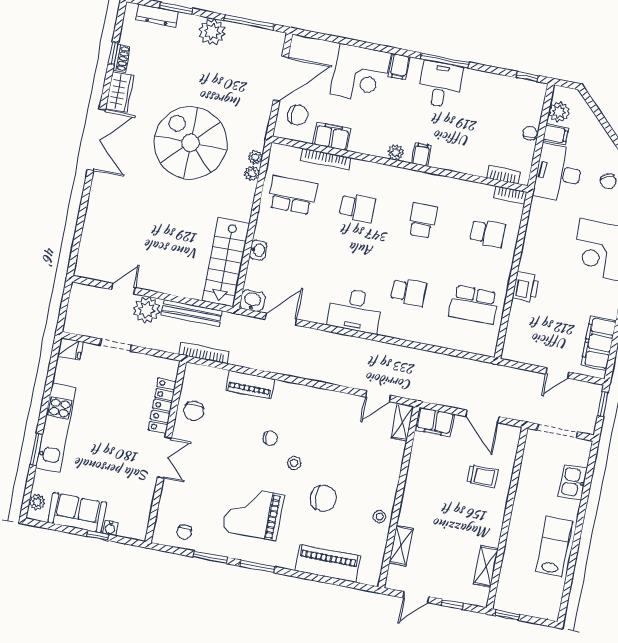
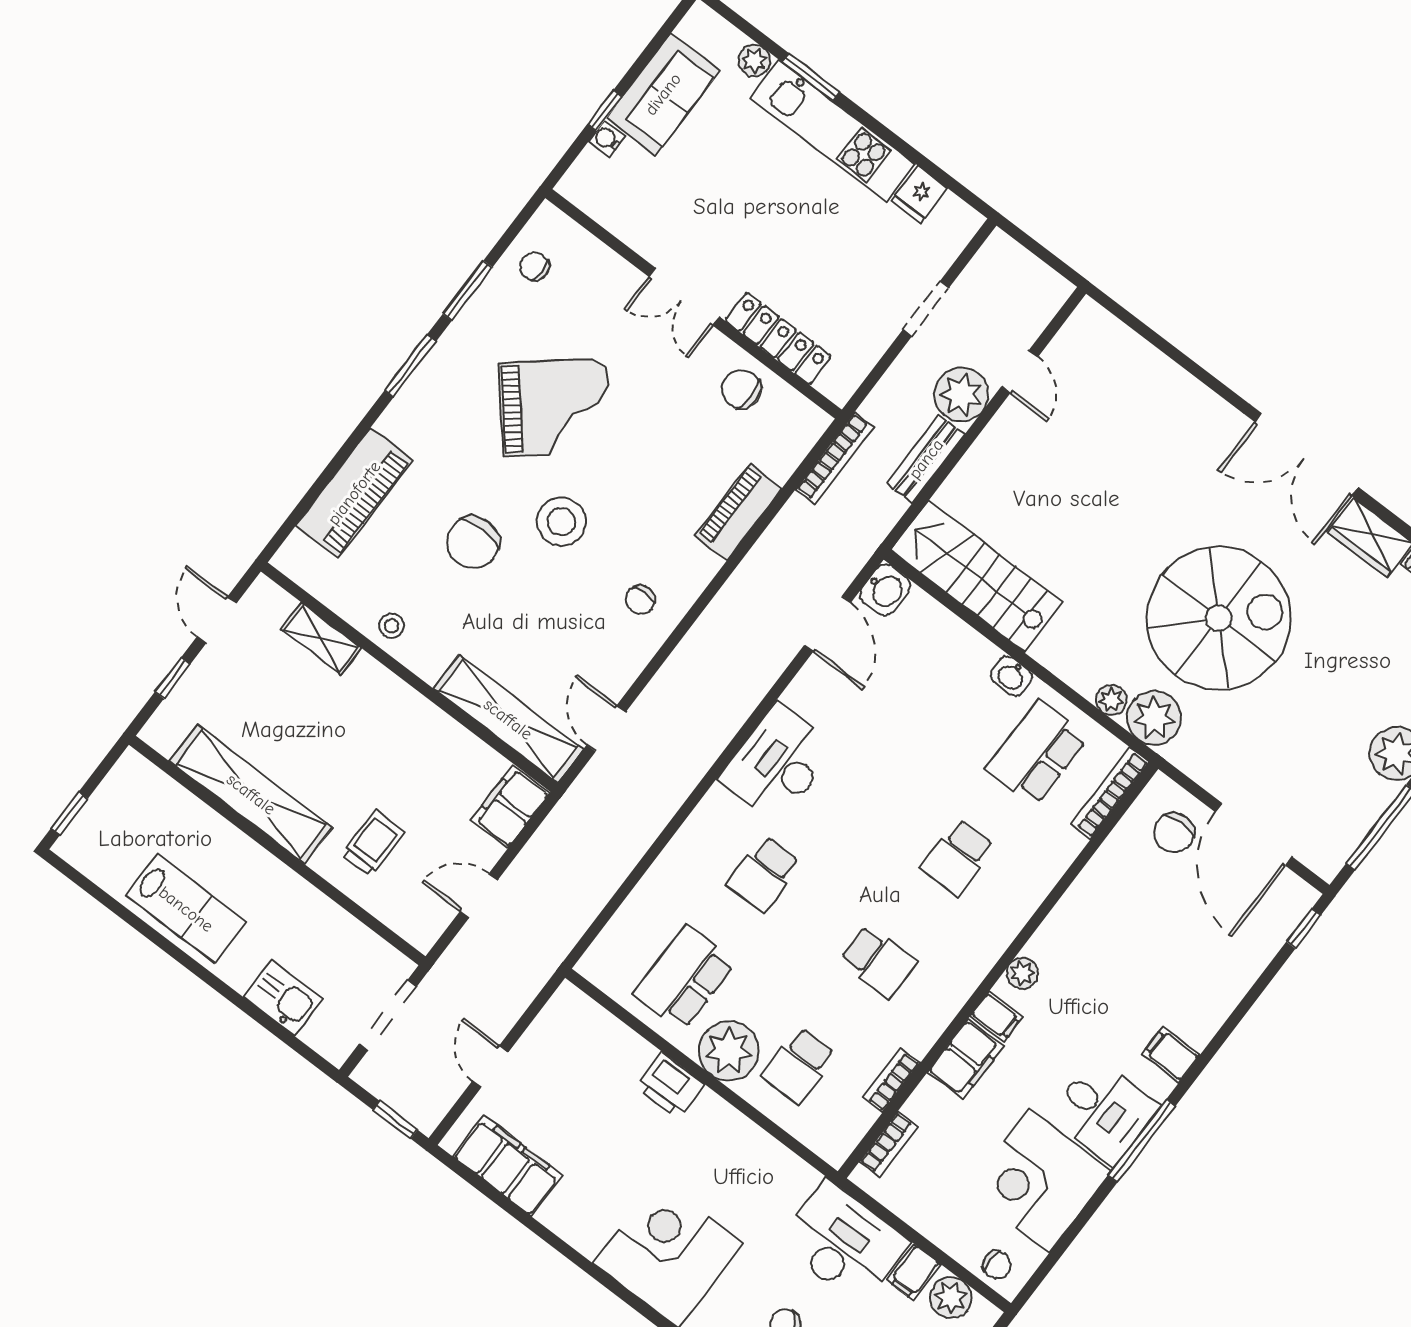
corner desk: (361, 74) -> (1039, 1181), moved
window: (527, 76) -> (1304, 928), moved
chair: (530, 133) -> (997, 1265), moved
filing cabinet: (332, 136) -> (966, 1059), moved
plant: (255, 157) -> (1154, 718), width x1.87, depth x1.87
bookcase: (326, 159) -> (1110, 793), moved
school desk: (292, 195) -> (1037, 753), turned 180
bookcase: (510, 195) -> (891, 1080), moved
washbasin: (258, 250) -> (1012, 676), moved
plant: (497, 268) -> (729, 1051), added
bench: (192, 313) -> (926, 459), width x0.73
fridge: (70, 349) -> (919, 194), moved
door: (482, 416) -> (479, 896), width x0.73
shelving: (402, 422) -> (508, 719), width x2.20, depth x1.33
chair: (270, 438) -> (640, 600), moved
stool: (294, 463) -> (561, 521), width x1.89, depth x1.89
trolley: (482, 476) -> (373, 843), turned 180
plant: (37, 502) -> (754, 61), moved
grand piano: (253, 513) -> (555, 407), moved, turned 50
shelving: (486, 566) -> (251, 794), width x2.20, depth x1.33
window: (507, 615) -> (69, 814), moved

